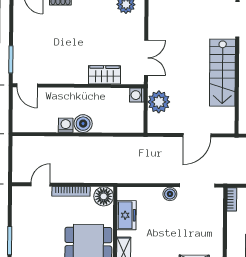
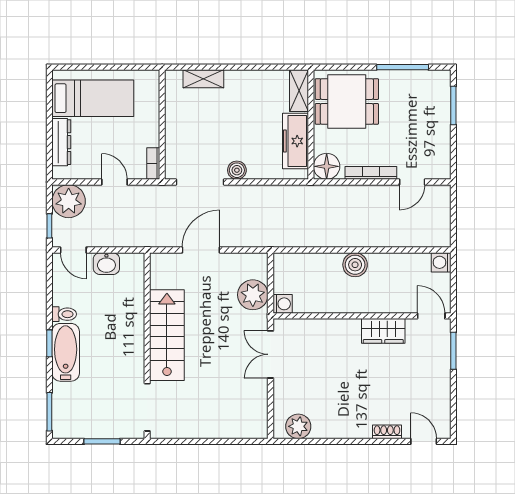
wardrobe: (105, 75) -> (383, 331), moved
washing machine: (66, 125) -> (441, 262), moved, turned 90
freezer: (127, 215) -> (295, 141), width x1.40

